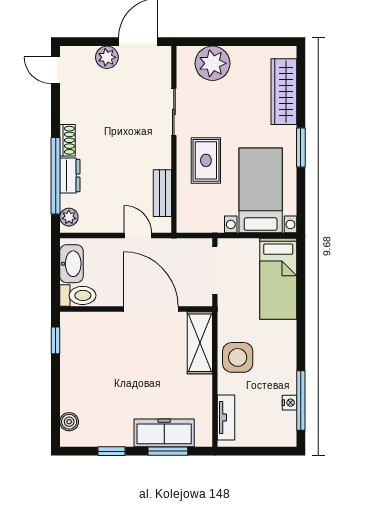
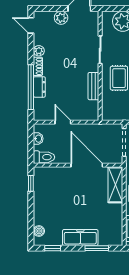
bench: (162, 193) -> (93, 86), moved
plant: (69, 217) -> (39, 51), moved
door: (138, 236) -> (63, 122), moved
washbasin: (72, 264) -> (38, 139), width x0.52, depth x0.69
freezer: (164, 433) -> (80, 238), moved
window: (111, 451) -> (53, 248), moved

